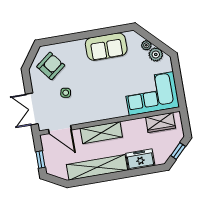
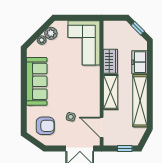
sofa: (106, 47) -> (37, 81), width x1.36
armchair: (51, 66) -> (45, 126), turned 128
wardrobe: (160, 122) -> (110, 61), moved
door: (60, 130) -> (102, 127), swing flipped

